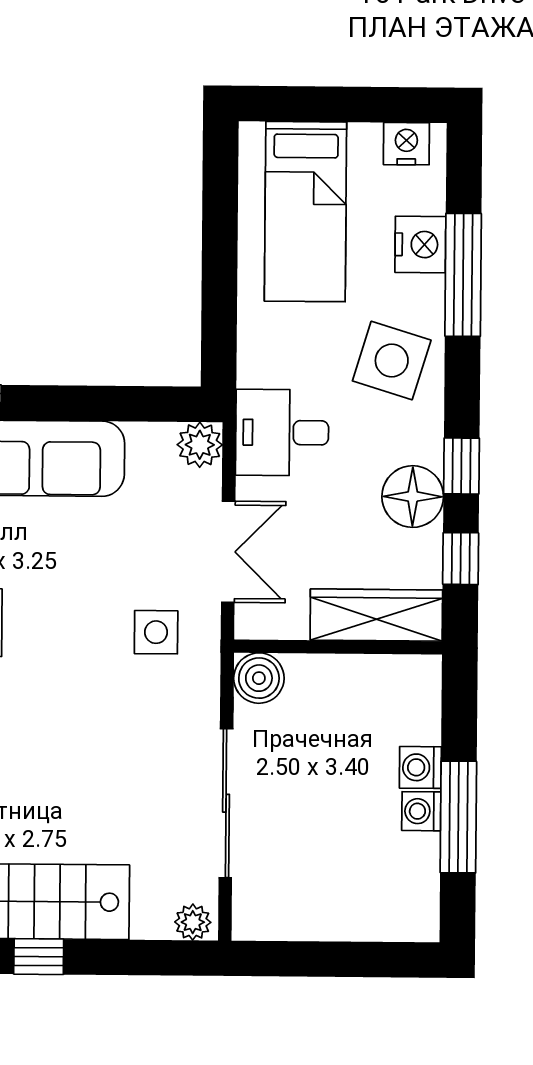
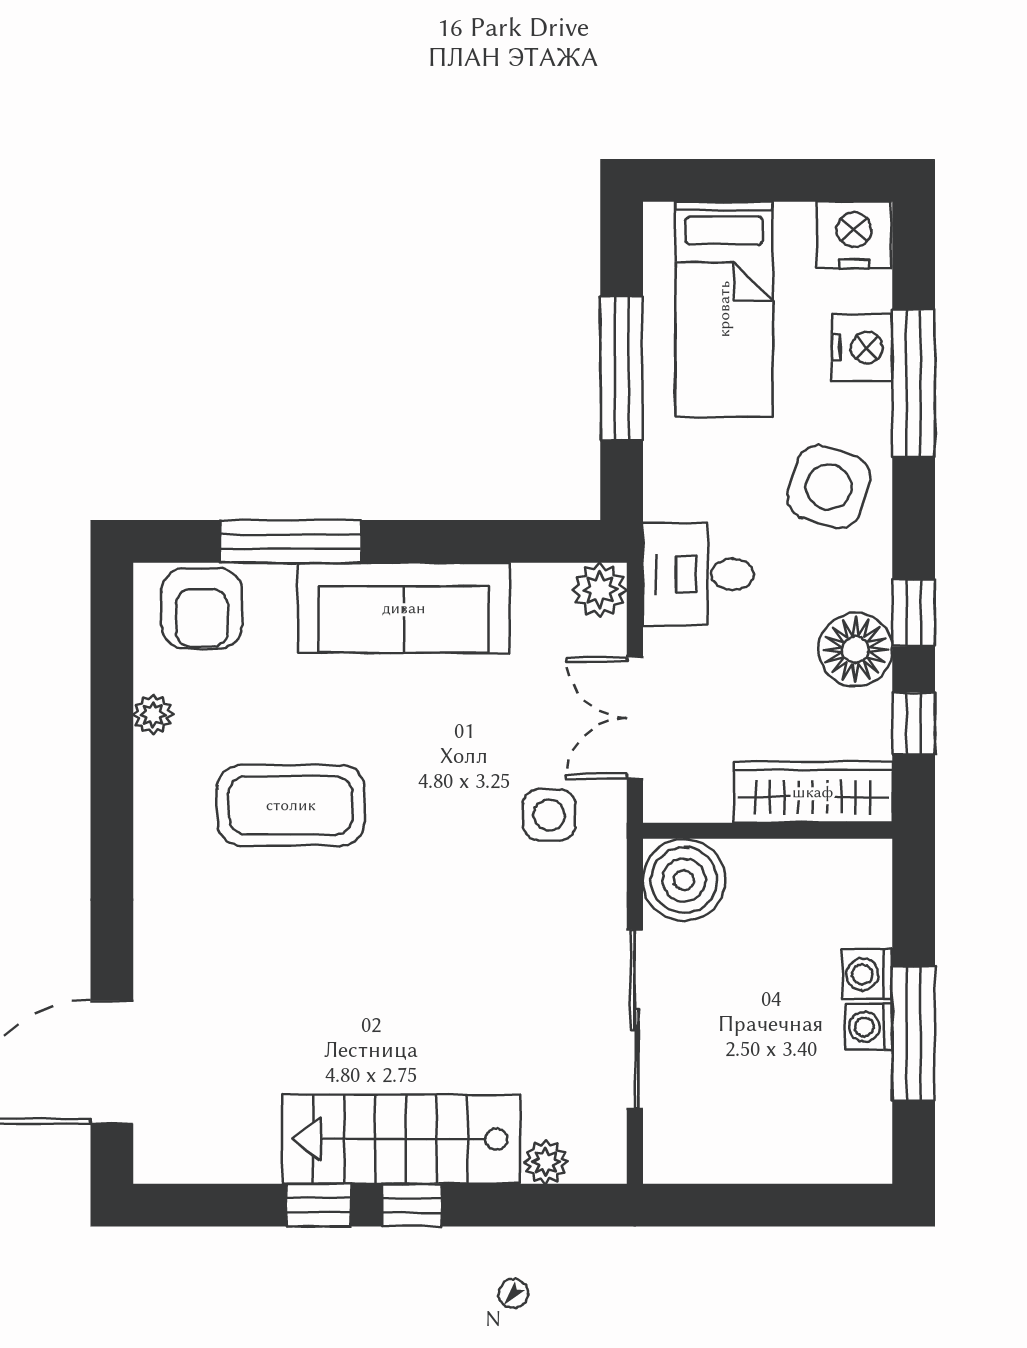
nightstand: (406, 144) -> (854, 235), width x1.36, depth x1.33
window: (220, 260) -> (622, 368), added
double door: (228, 552) -> (635, 718), swing flipped
boiler: (259, 678) -> (684, 880), width x1.37, depth x1.37
plant: (193, 922) -> (546, 1162), moved

